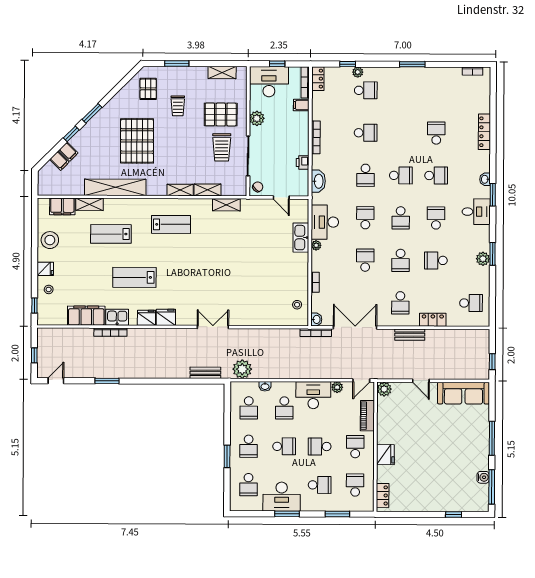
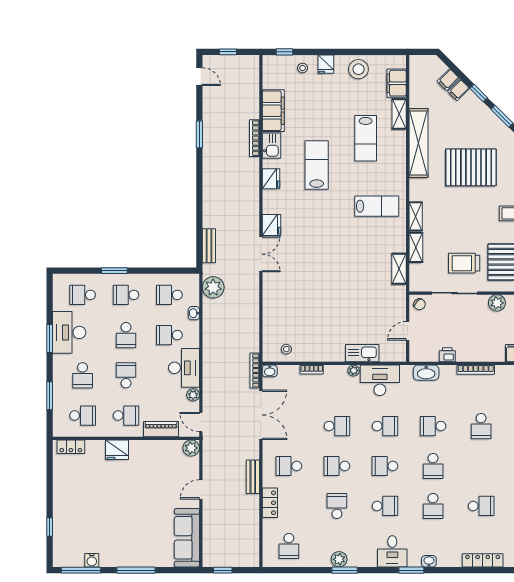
lab bench: (171, 224) -> (377, 206), turned -90
lab bench: (111, 234) -> (366, 138), turned 180
fridge: (166, 317) -> (271, 225), moved

